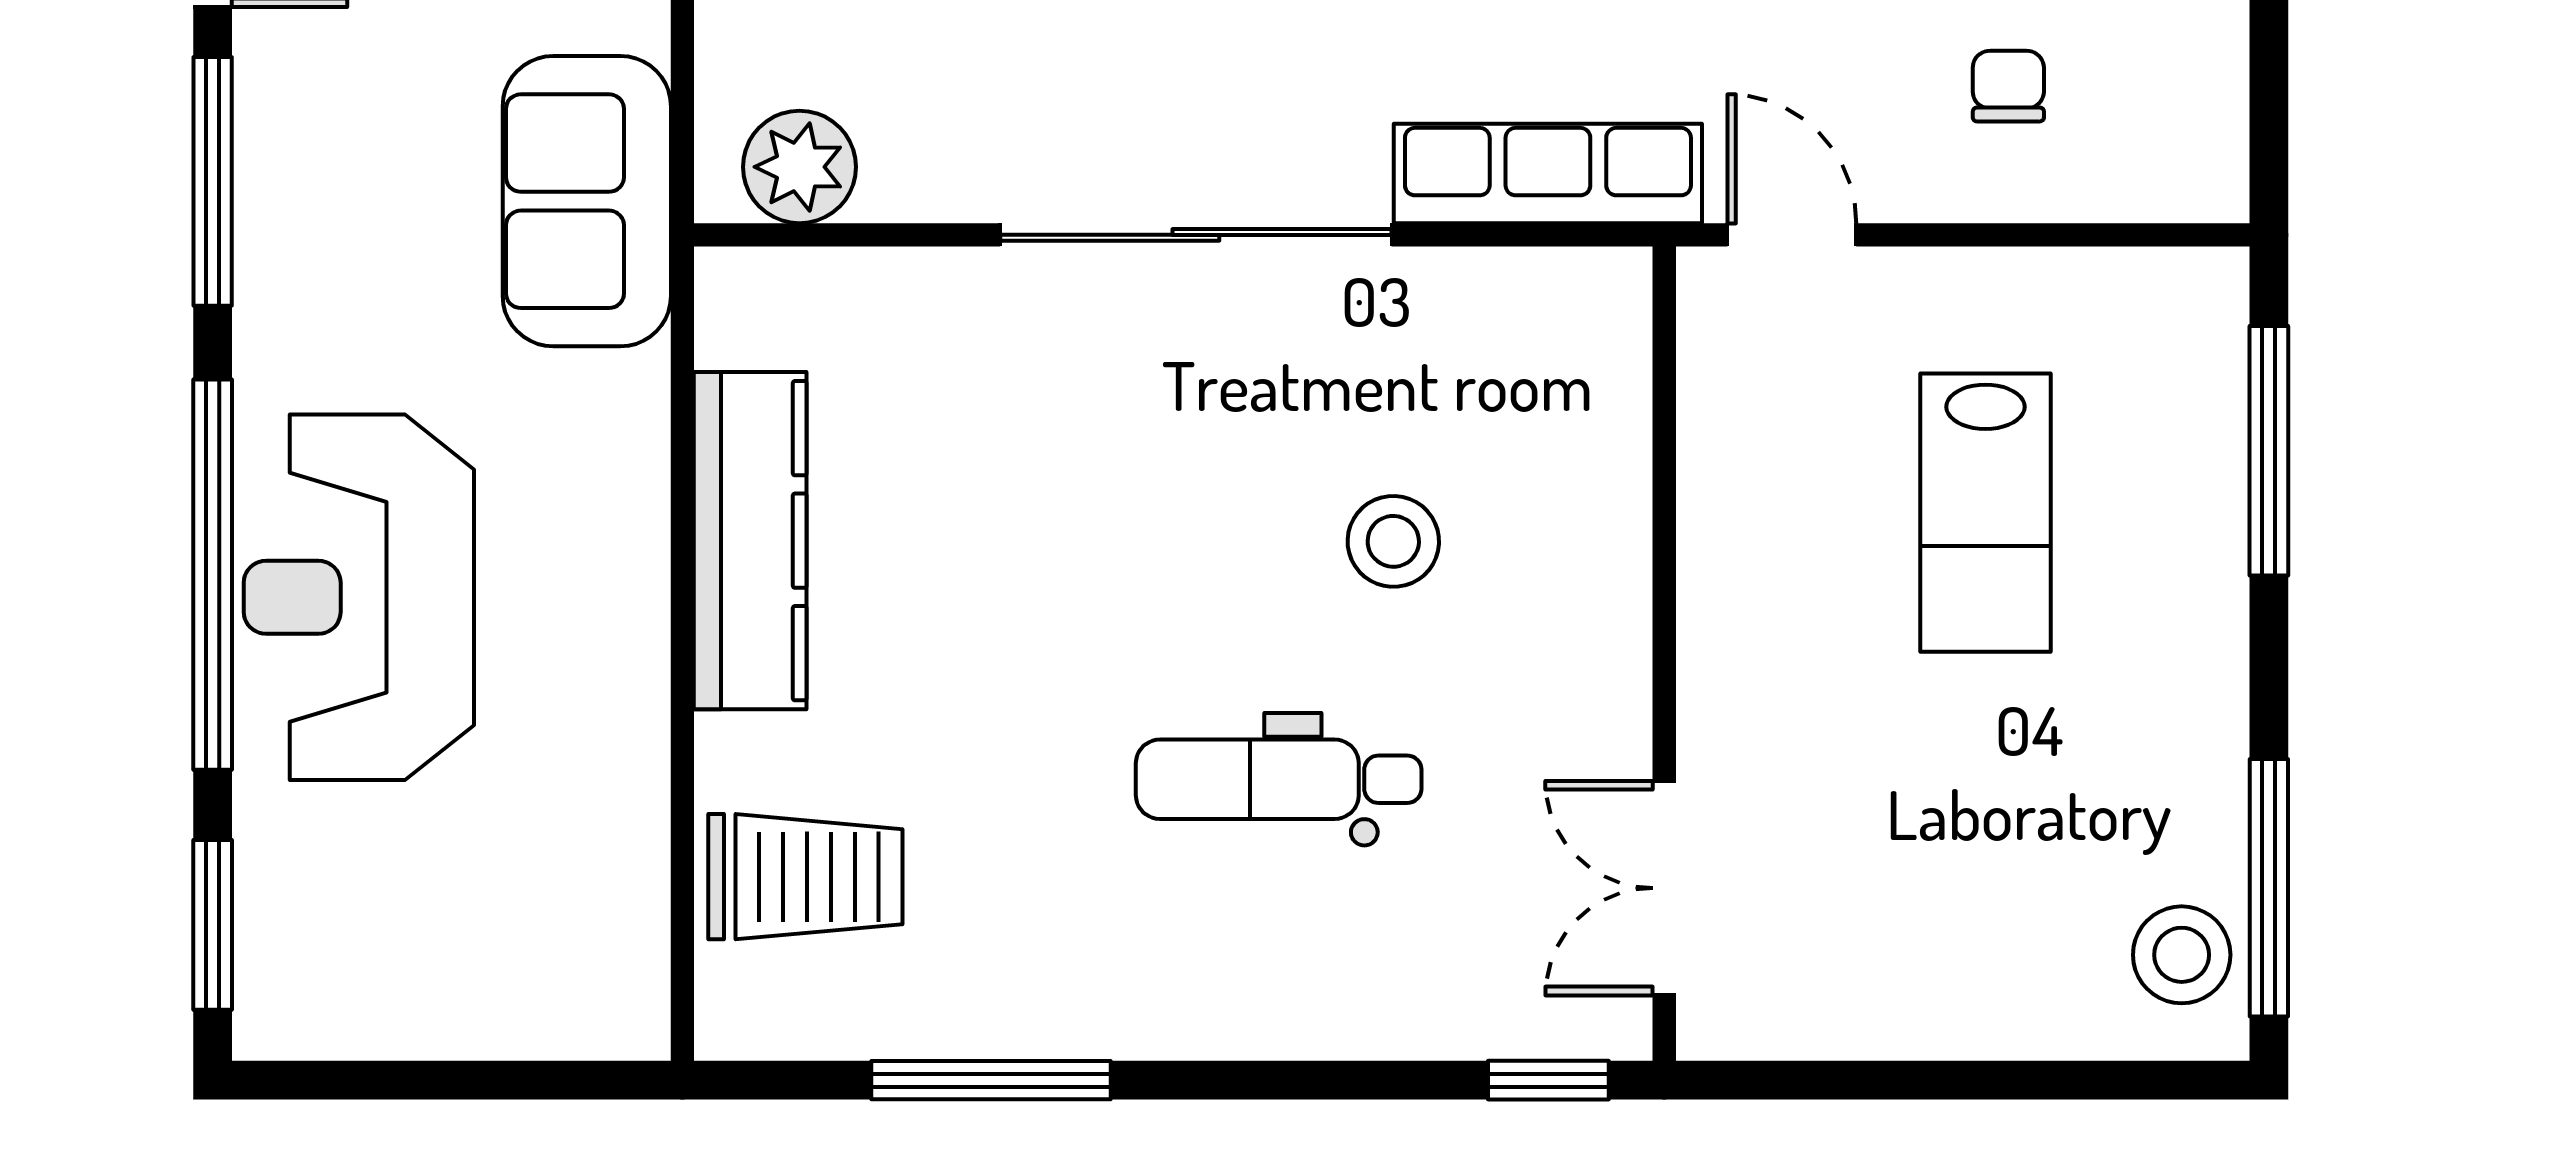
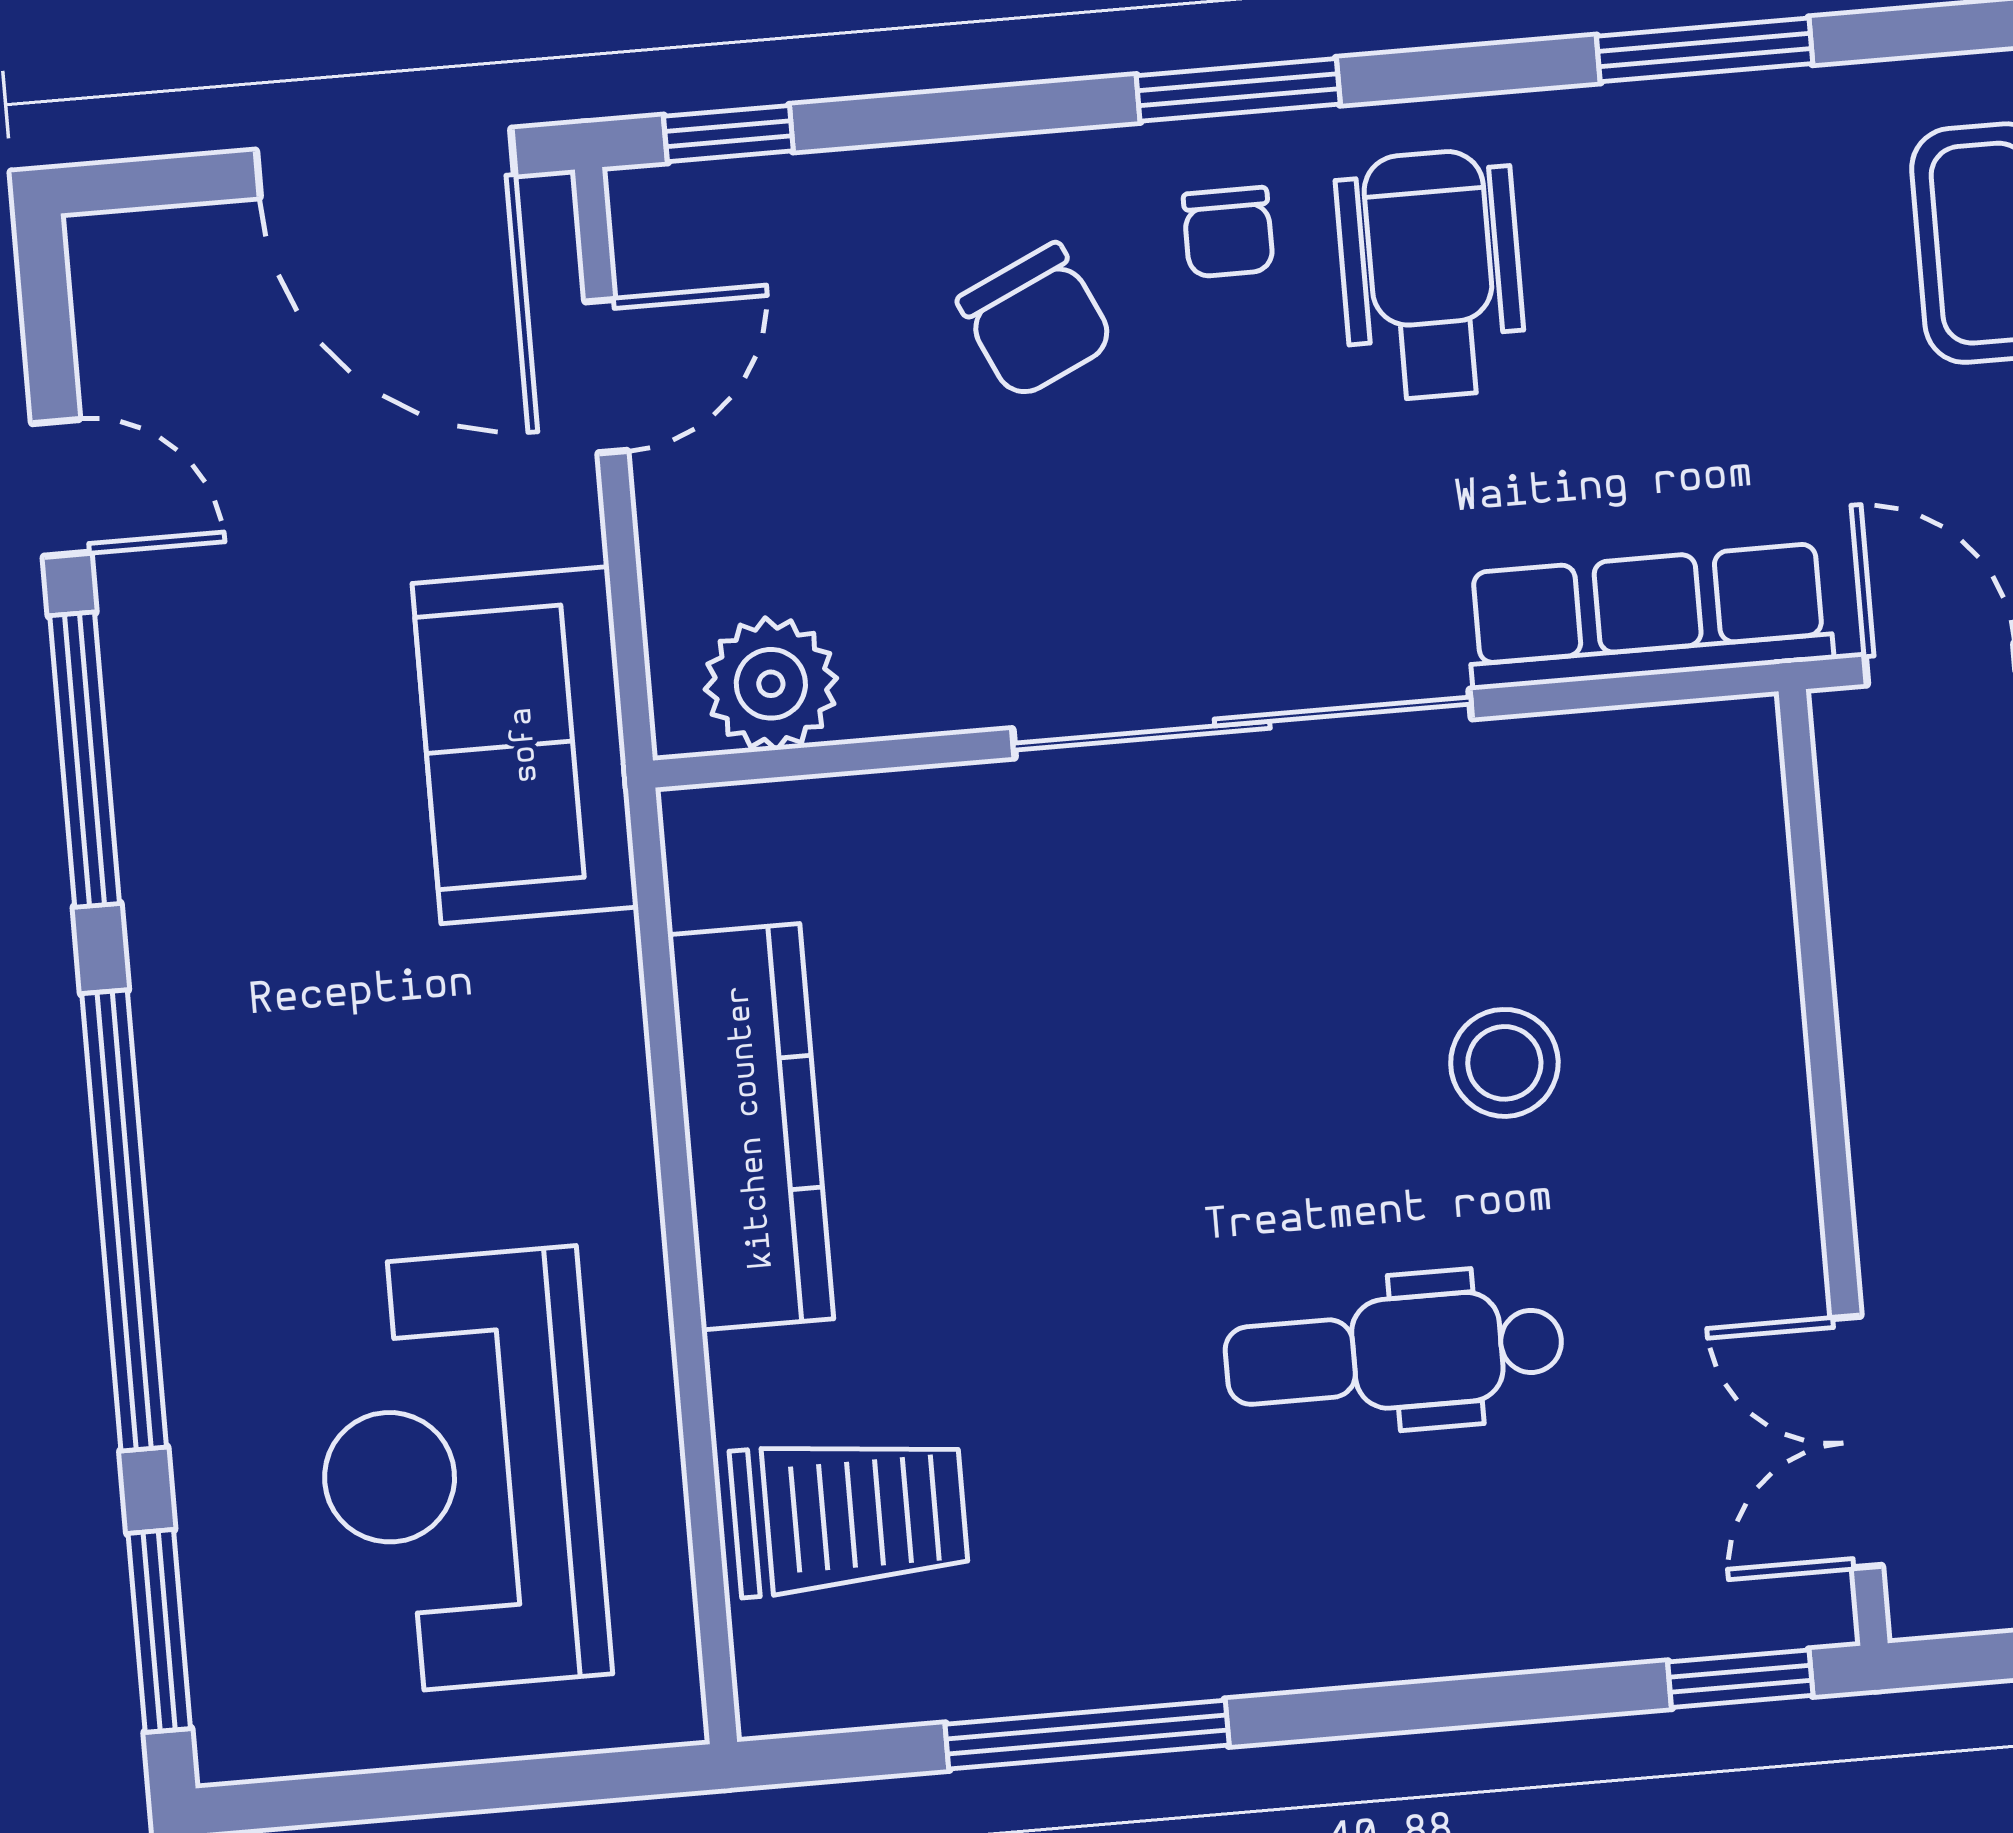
reception desk: (359, 597) -> (460, 1471), moved

